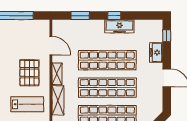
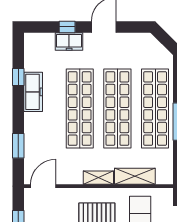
window: (114, 16) -> (18, 77), moved
window: (167, 36) -> (67, 27), moved
door: (51, 46) -> (43, 186), moved

